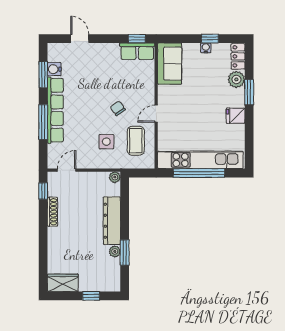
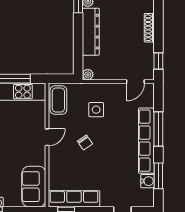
row of seats: (137, 51) -> (74, 199), width x1.48
coffee table: (136, 141) -> (58, 100), moved
shoe rack: (52, 212) -> (149, 28), moved

